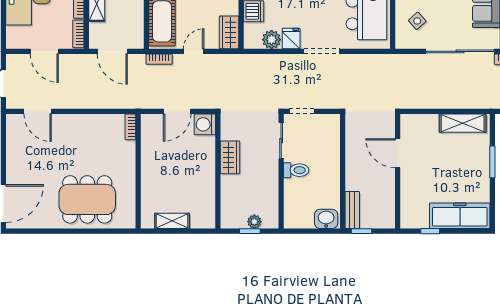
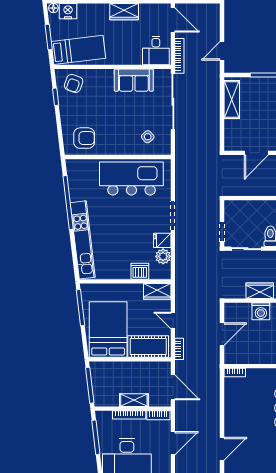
door: (112, 51) -> (173, 387), hinge flipped
door: (177, 111) -> (222, 334), hinge flipped
washing machine: (205, 124) -> (261, 311), moved

